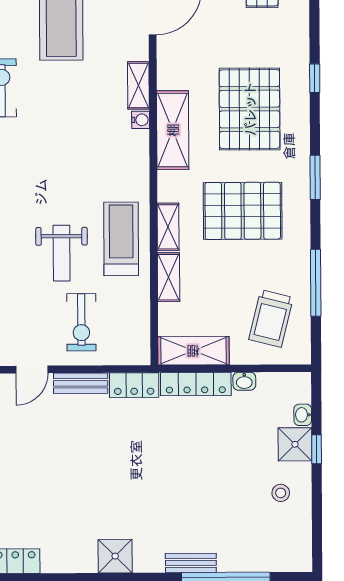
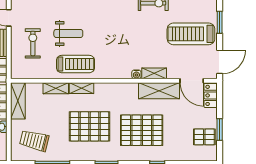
shelving: (173, 130) -> (159, 91), moved
pallet: (243, 211) -> (90, 126), turned 90
weight bench: (62, 253) -> (68, 33), turned 180
exercise bike: (81, 322) -> (33, 43), turned 90

